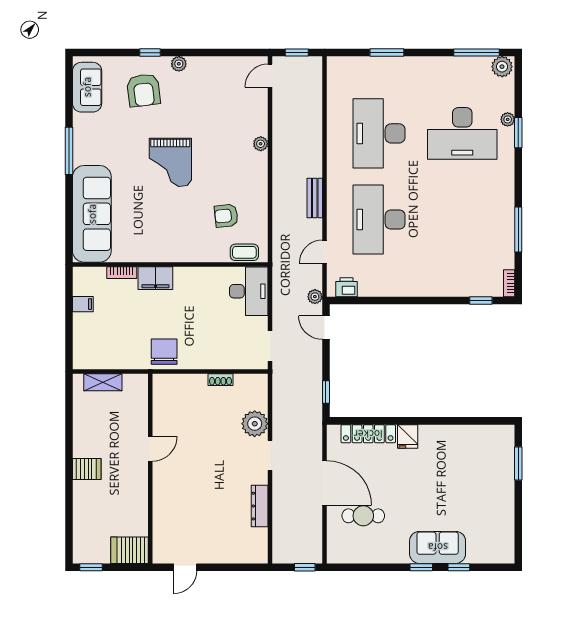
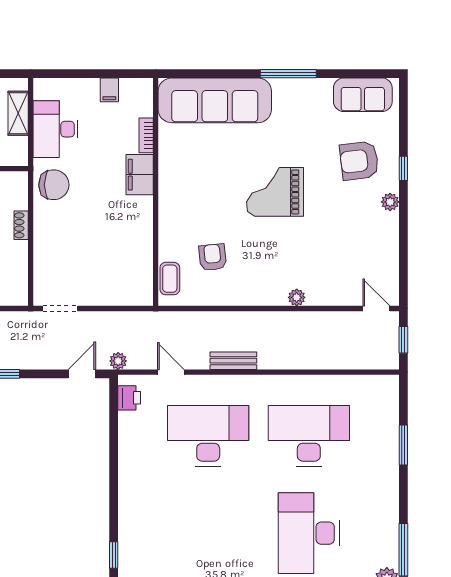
desk: (249, 291) -> (55, 129), moved, turned 90
shoe rack: (221, 380) -> (21, 225), moved

